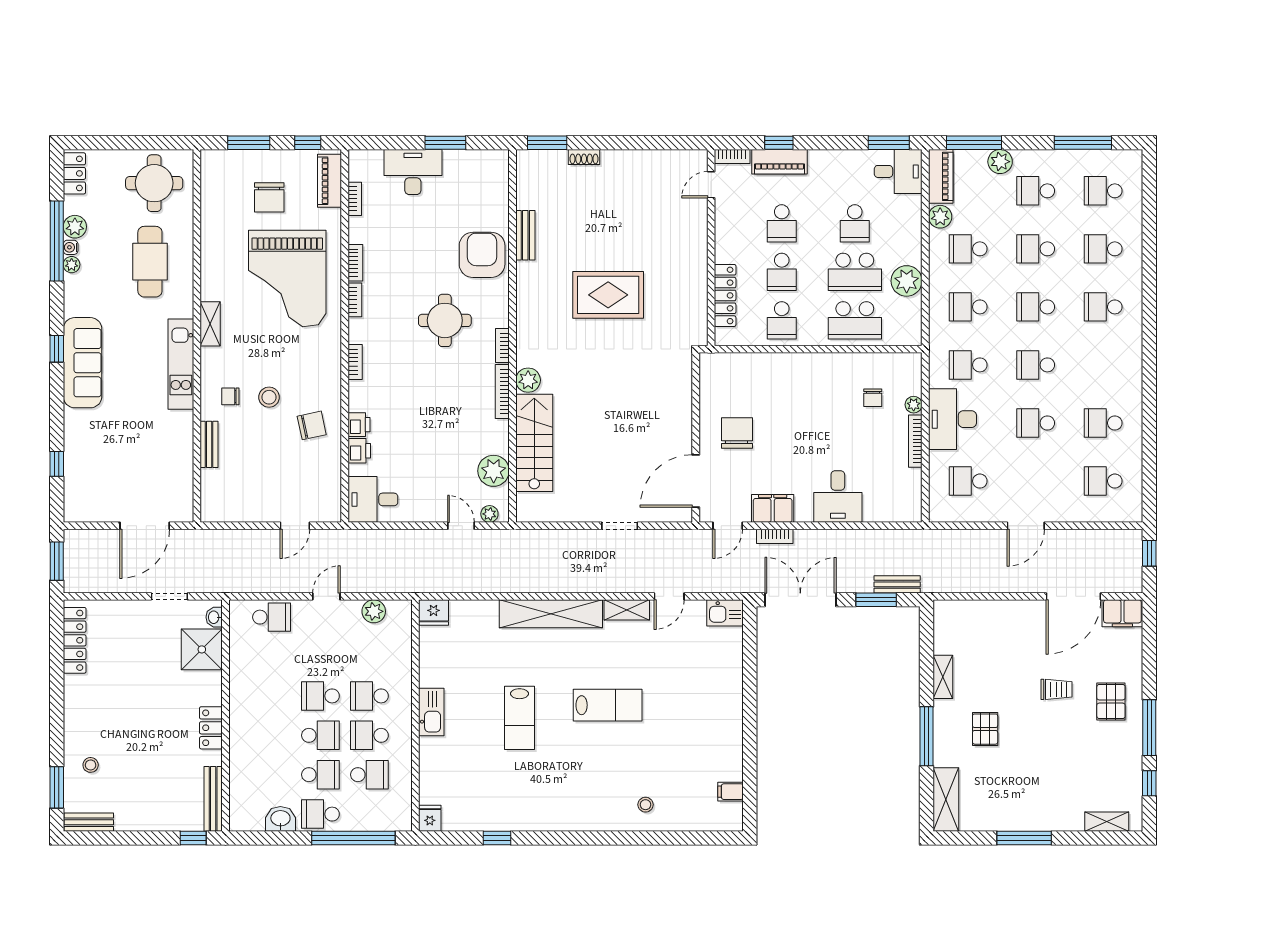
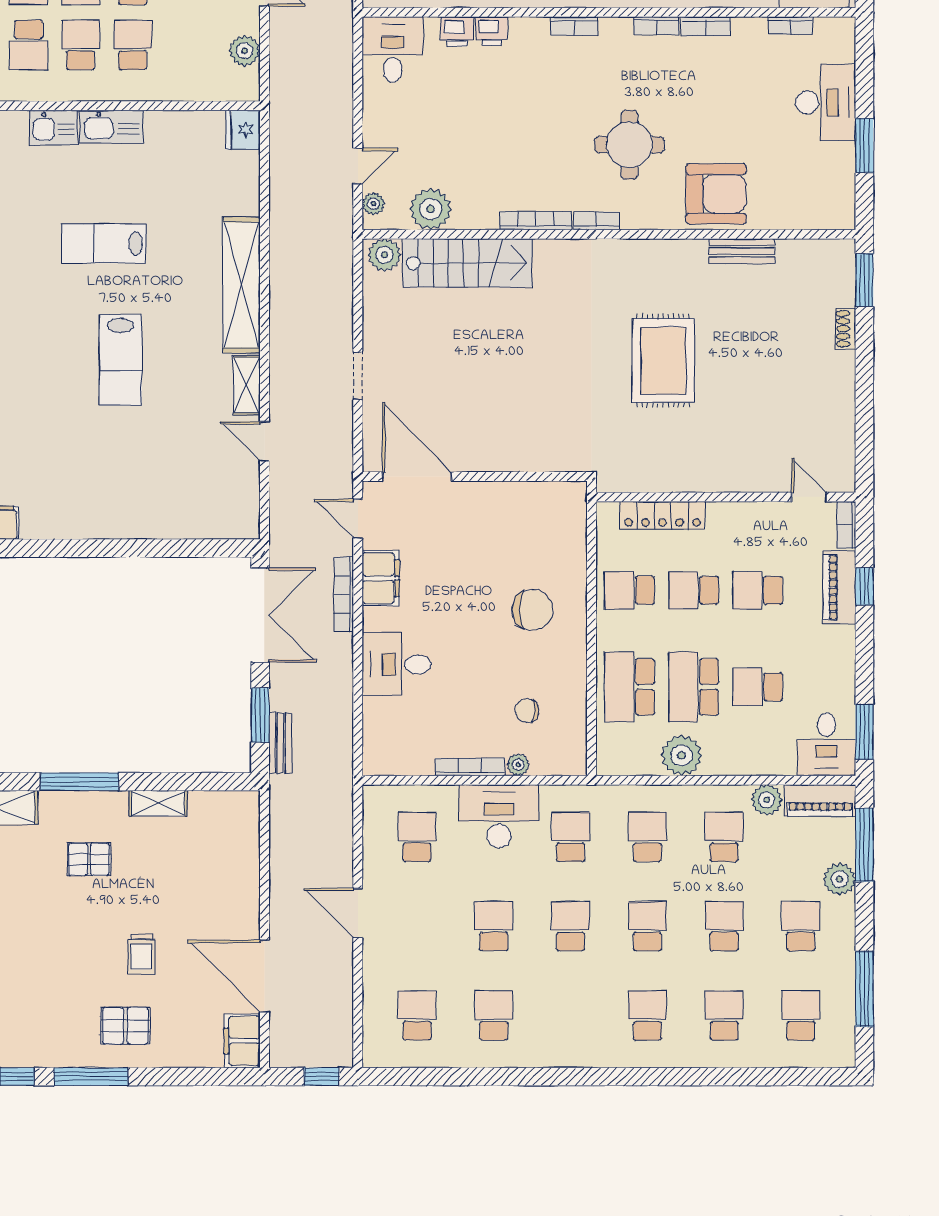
plant: (528, 380) -> (384, 255), moved
chair: (737, 433) -> (533, 610), moved
bookcase: (775, 536) -> (344, 595), width x1.56
kitchen sink: (725, 613) -> (53, 128), moved, turned -90

